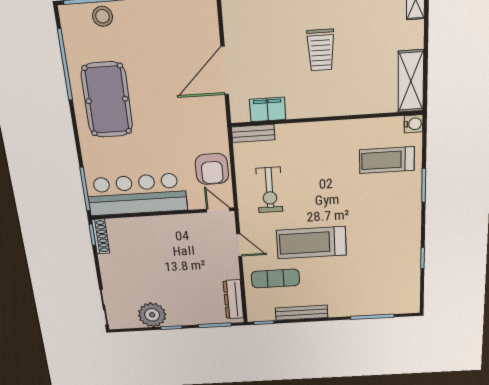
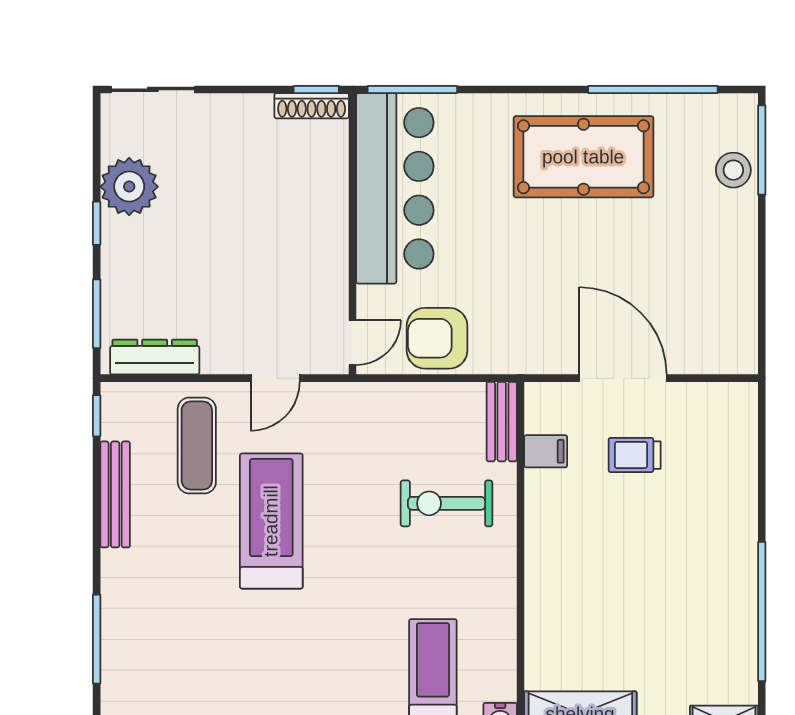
trolley: (321, 50) -> (635, 455), moved, width x0.73, depth x0.72
filing cabinet: (268, 109) -> (546, 451), width x0.50
exercise bike: (269, 190) -> (447, 503), moved

